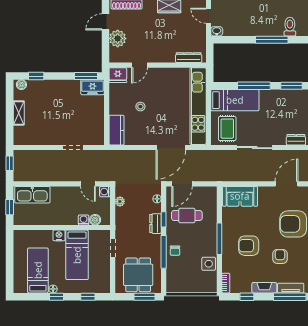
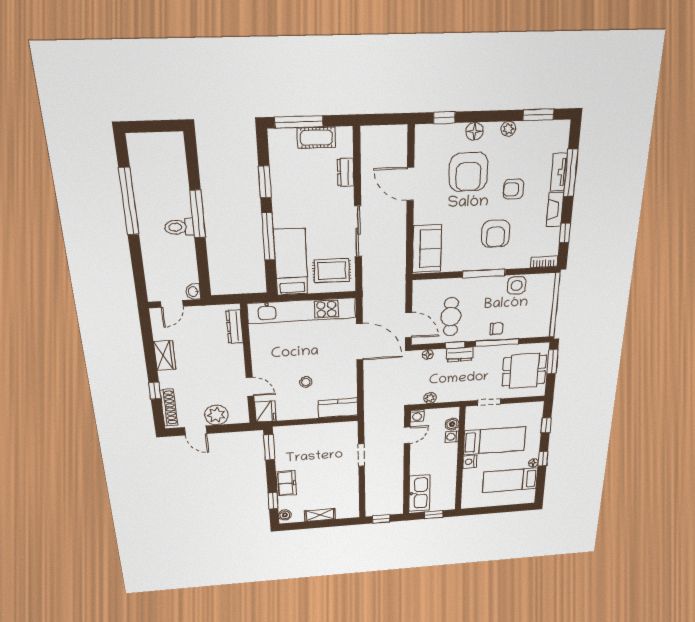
toilet: (290, 27) -> (179, 227), moved
freezer: (93, 87) -> (286, 483), moved

